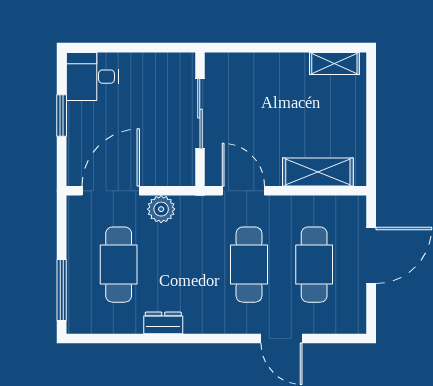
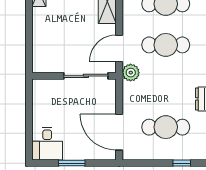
sliding door: (200, 114) -> (86, 76), moved
plant: (161, 209) -> (131, 73), moved
window: (62, 290) -> (182, 163), width x0.46

